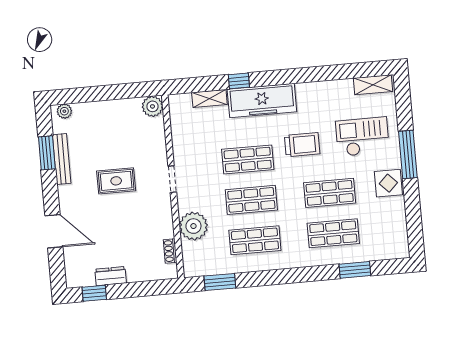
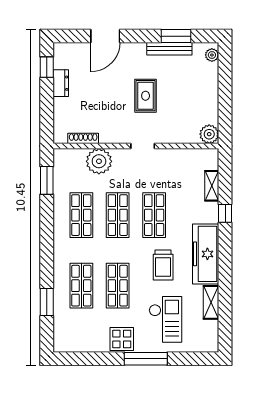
shelving: (373, 85) -> (211, 302), moved
freezer: (262, 101) -> (206, 254), moved
shoe rack: (170, 251) -> (83, 138), width x1.43

